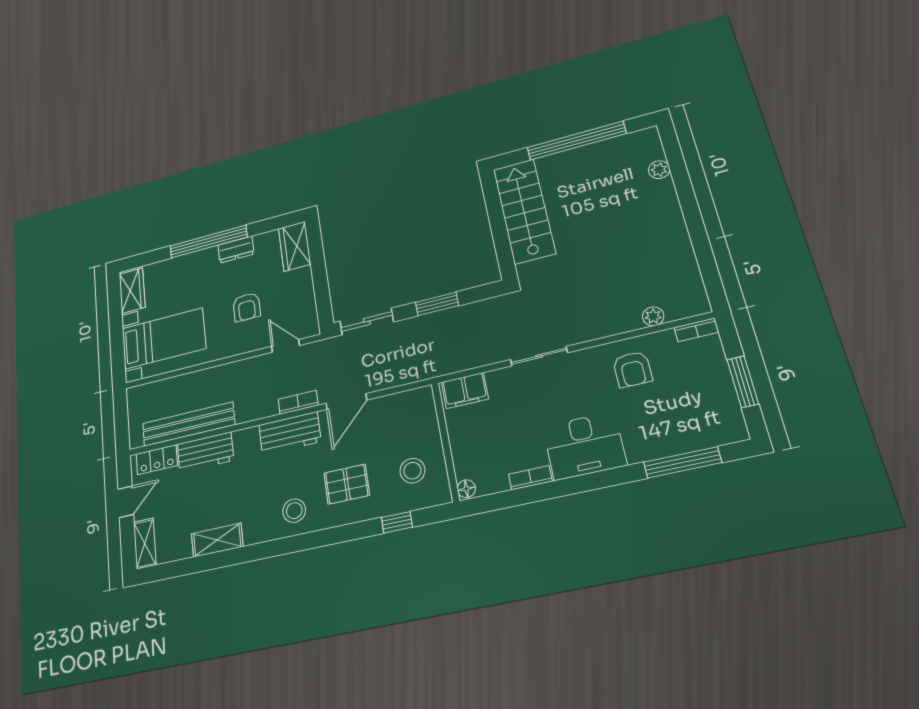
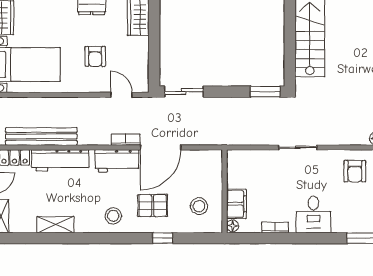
window: (437, 304) -> (265, 92), moved
filing cabinet: (465, 391) -> (236, 204), moved, turned -90
door: (346, 402) -> (161, 147), width x1.36
desk: (584, 446) -> (313, 214), width x0.73
workbench: (205, 452) -> (60, 160), width x1.38
window: (397, 522) -> (163, 238), moved

